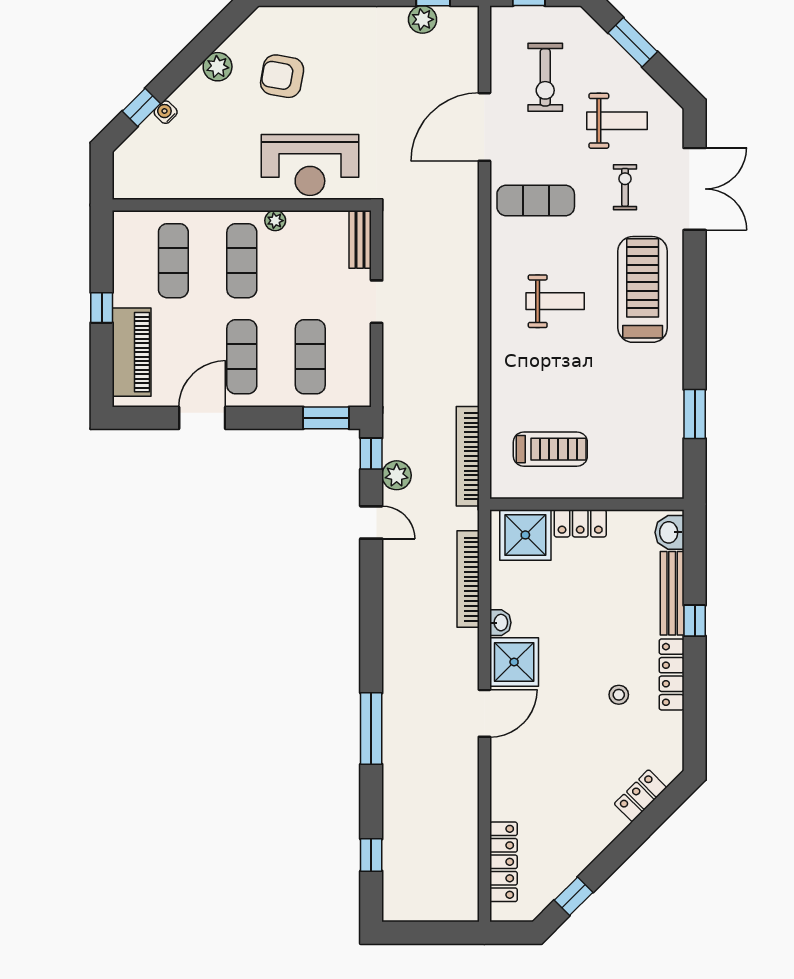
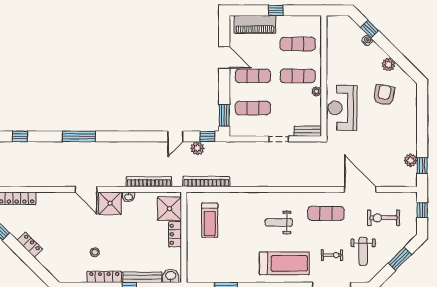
exercise mat: (536, 200) -> (326, 213), turned 90
weight bench: (555, 301) -> (279, 222), turned 90
locker: (640, 796) -> (30, 245), moved

